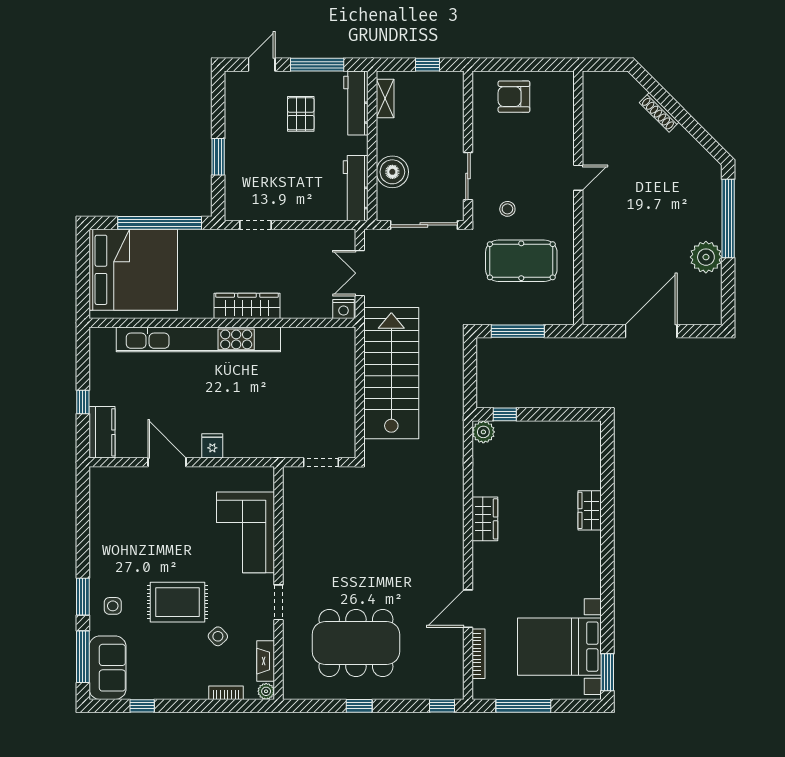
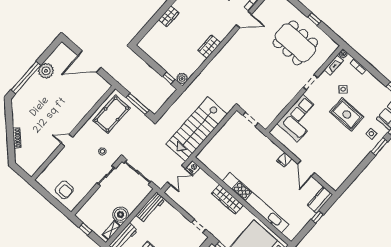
boiler: (392, 172) -> (121, 215), moved
pool table: (521, 261) -> (112, 114), moved, turned 90

